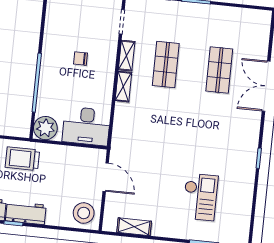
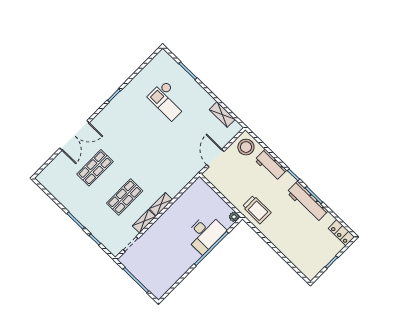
chair: (81, 59) -> (173, 242), removed
desk: (86, 126) -> (205, 233), moved, turned 90
plant: (45, 128) -> (234, 217), width x0.53, depth x0.53
checkout: (200, 197) -> (168, 100), turned -90
workbench: (26, 213) -> (271, 165), moved

